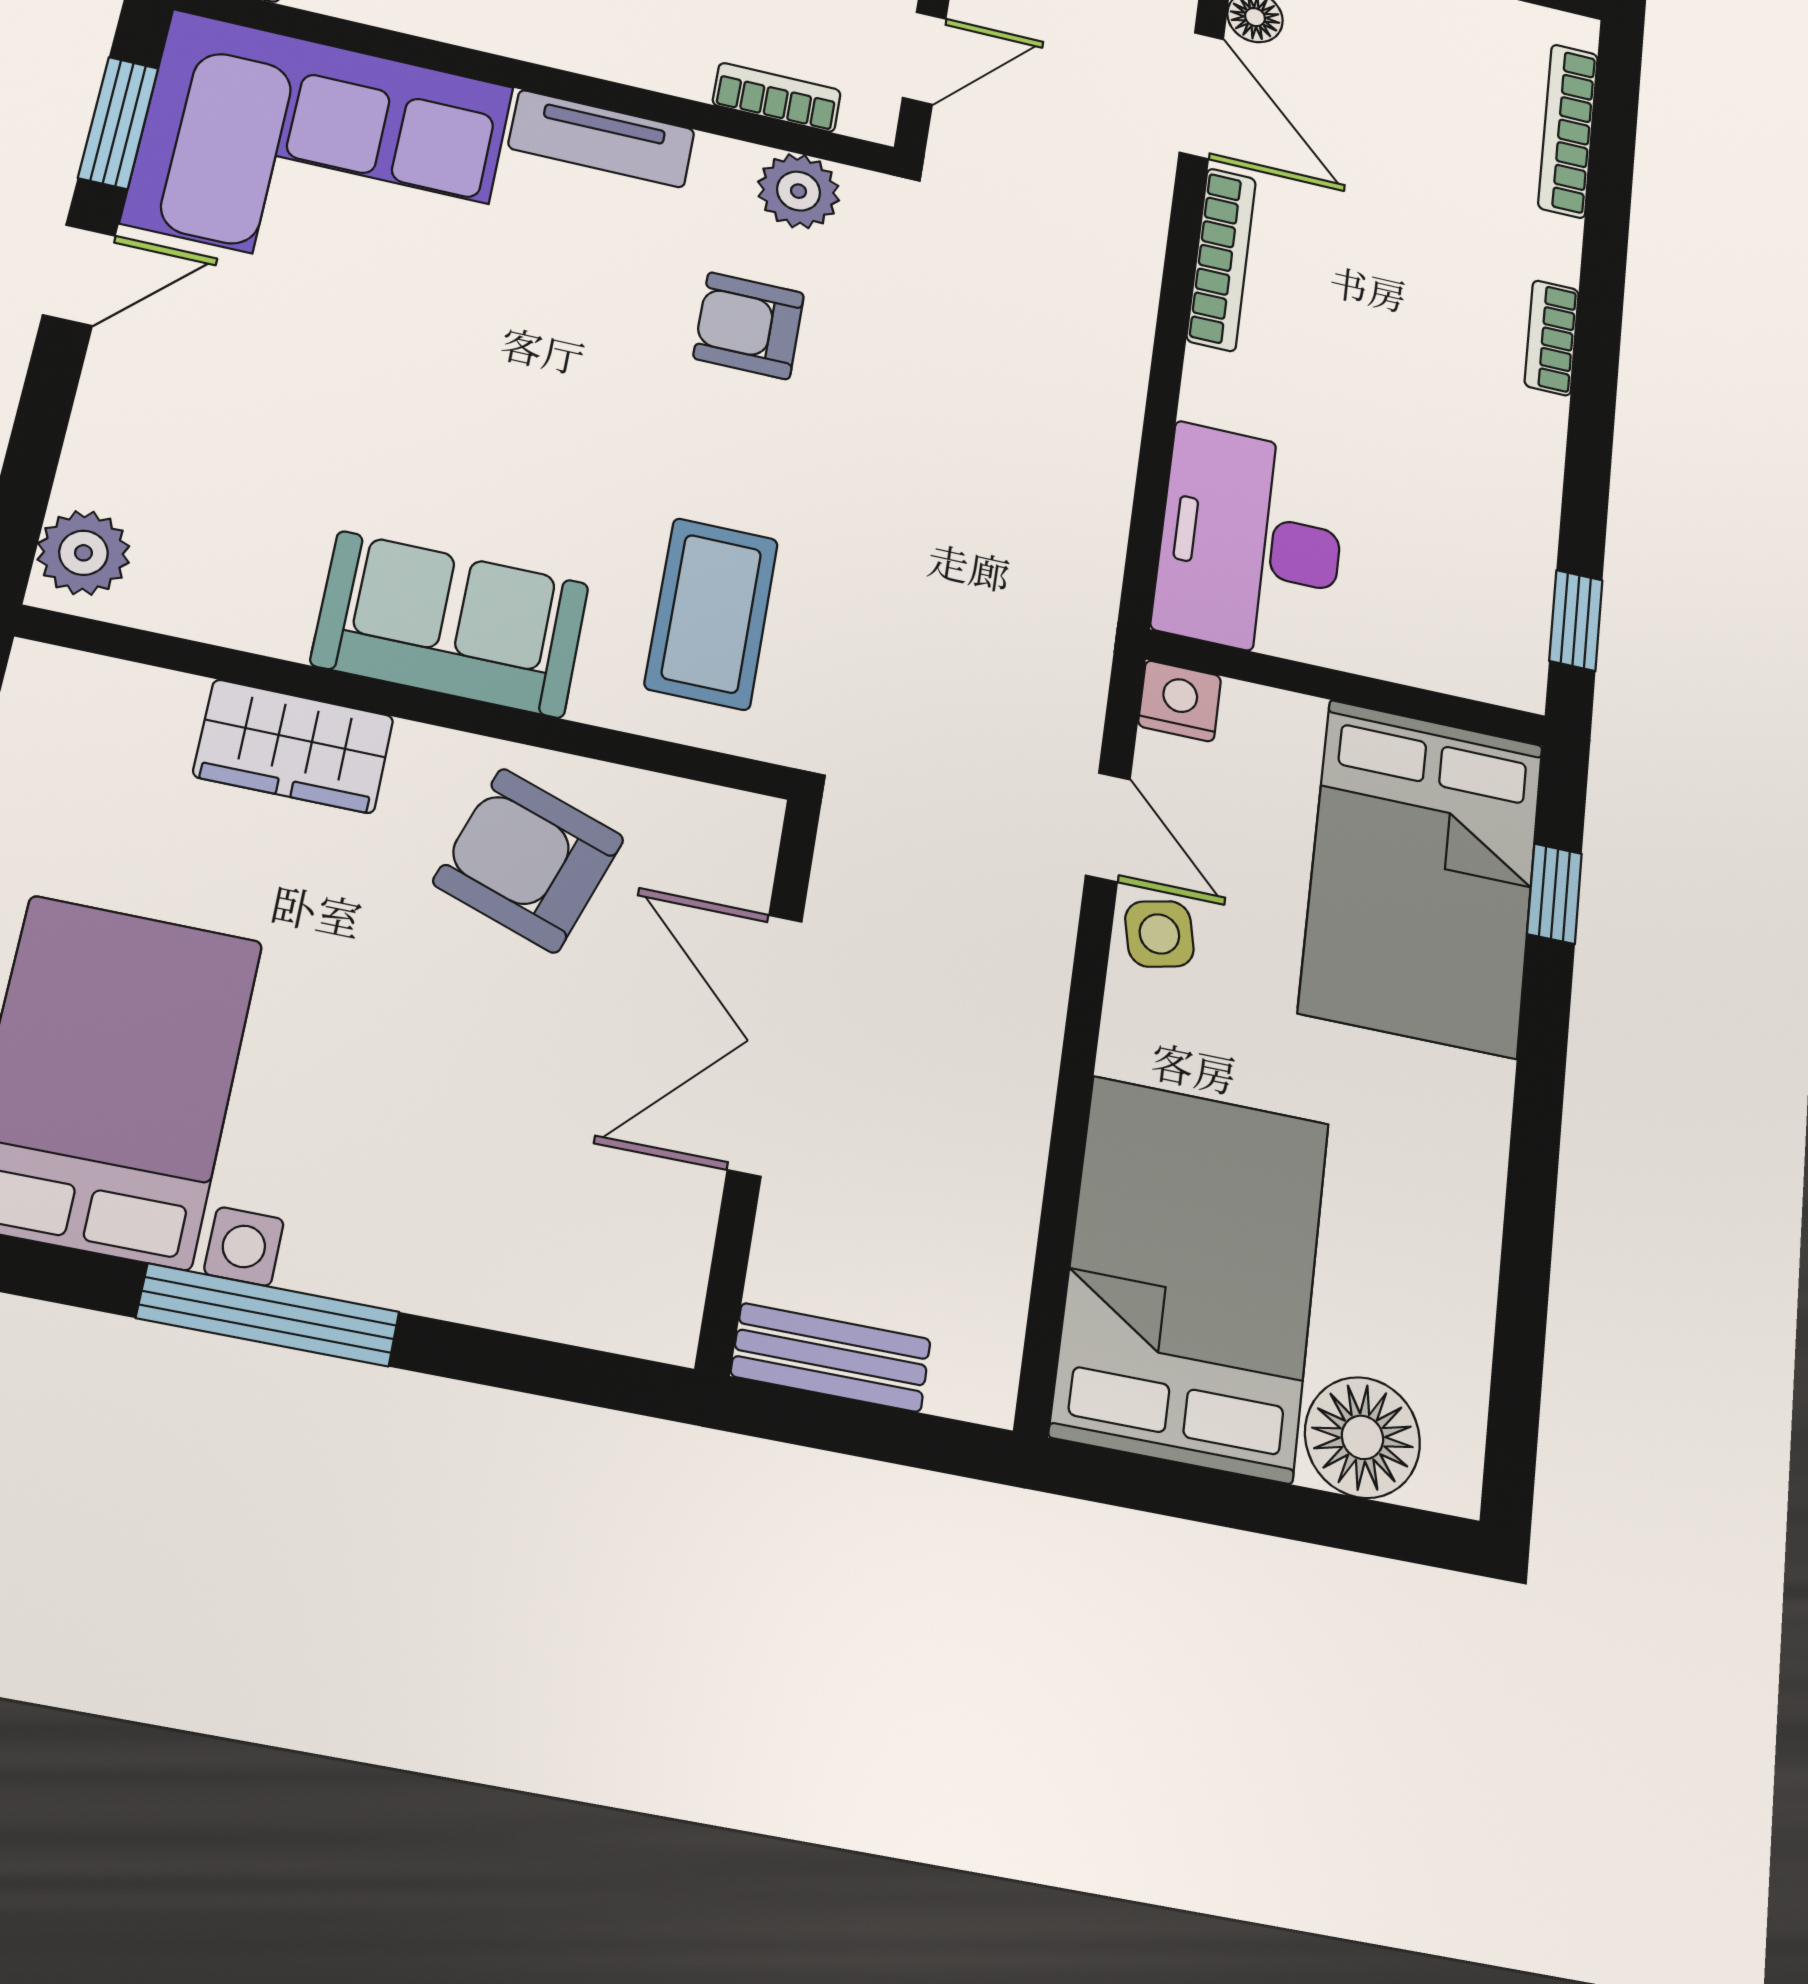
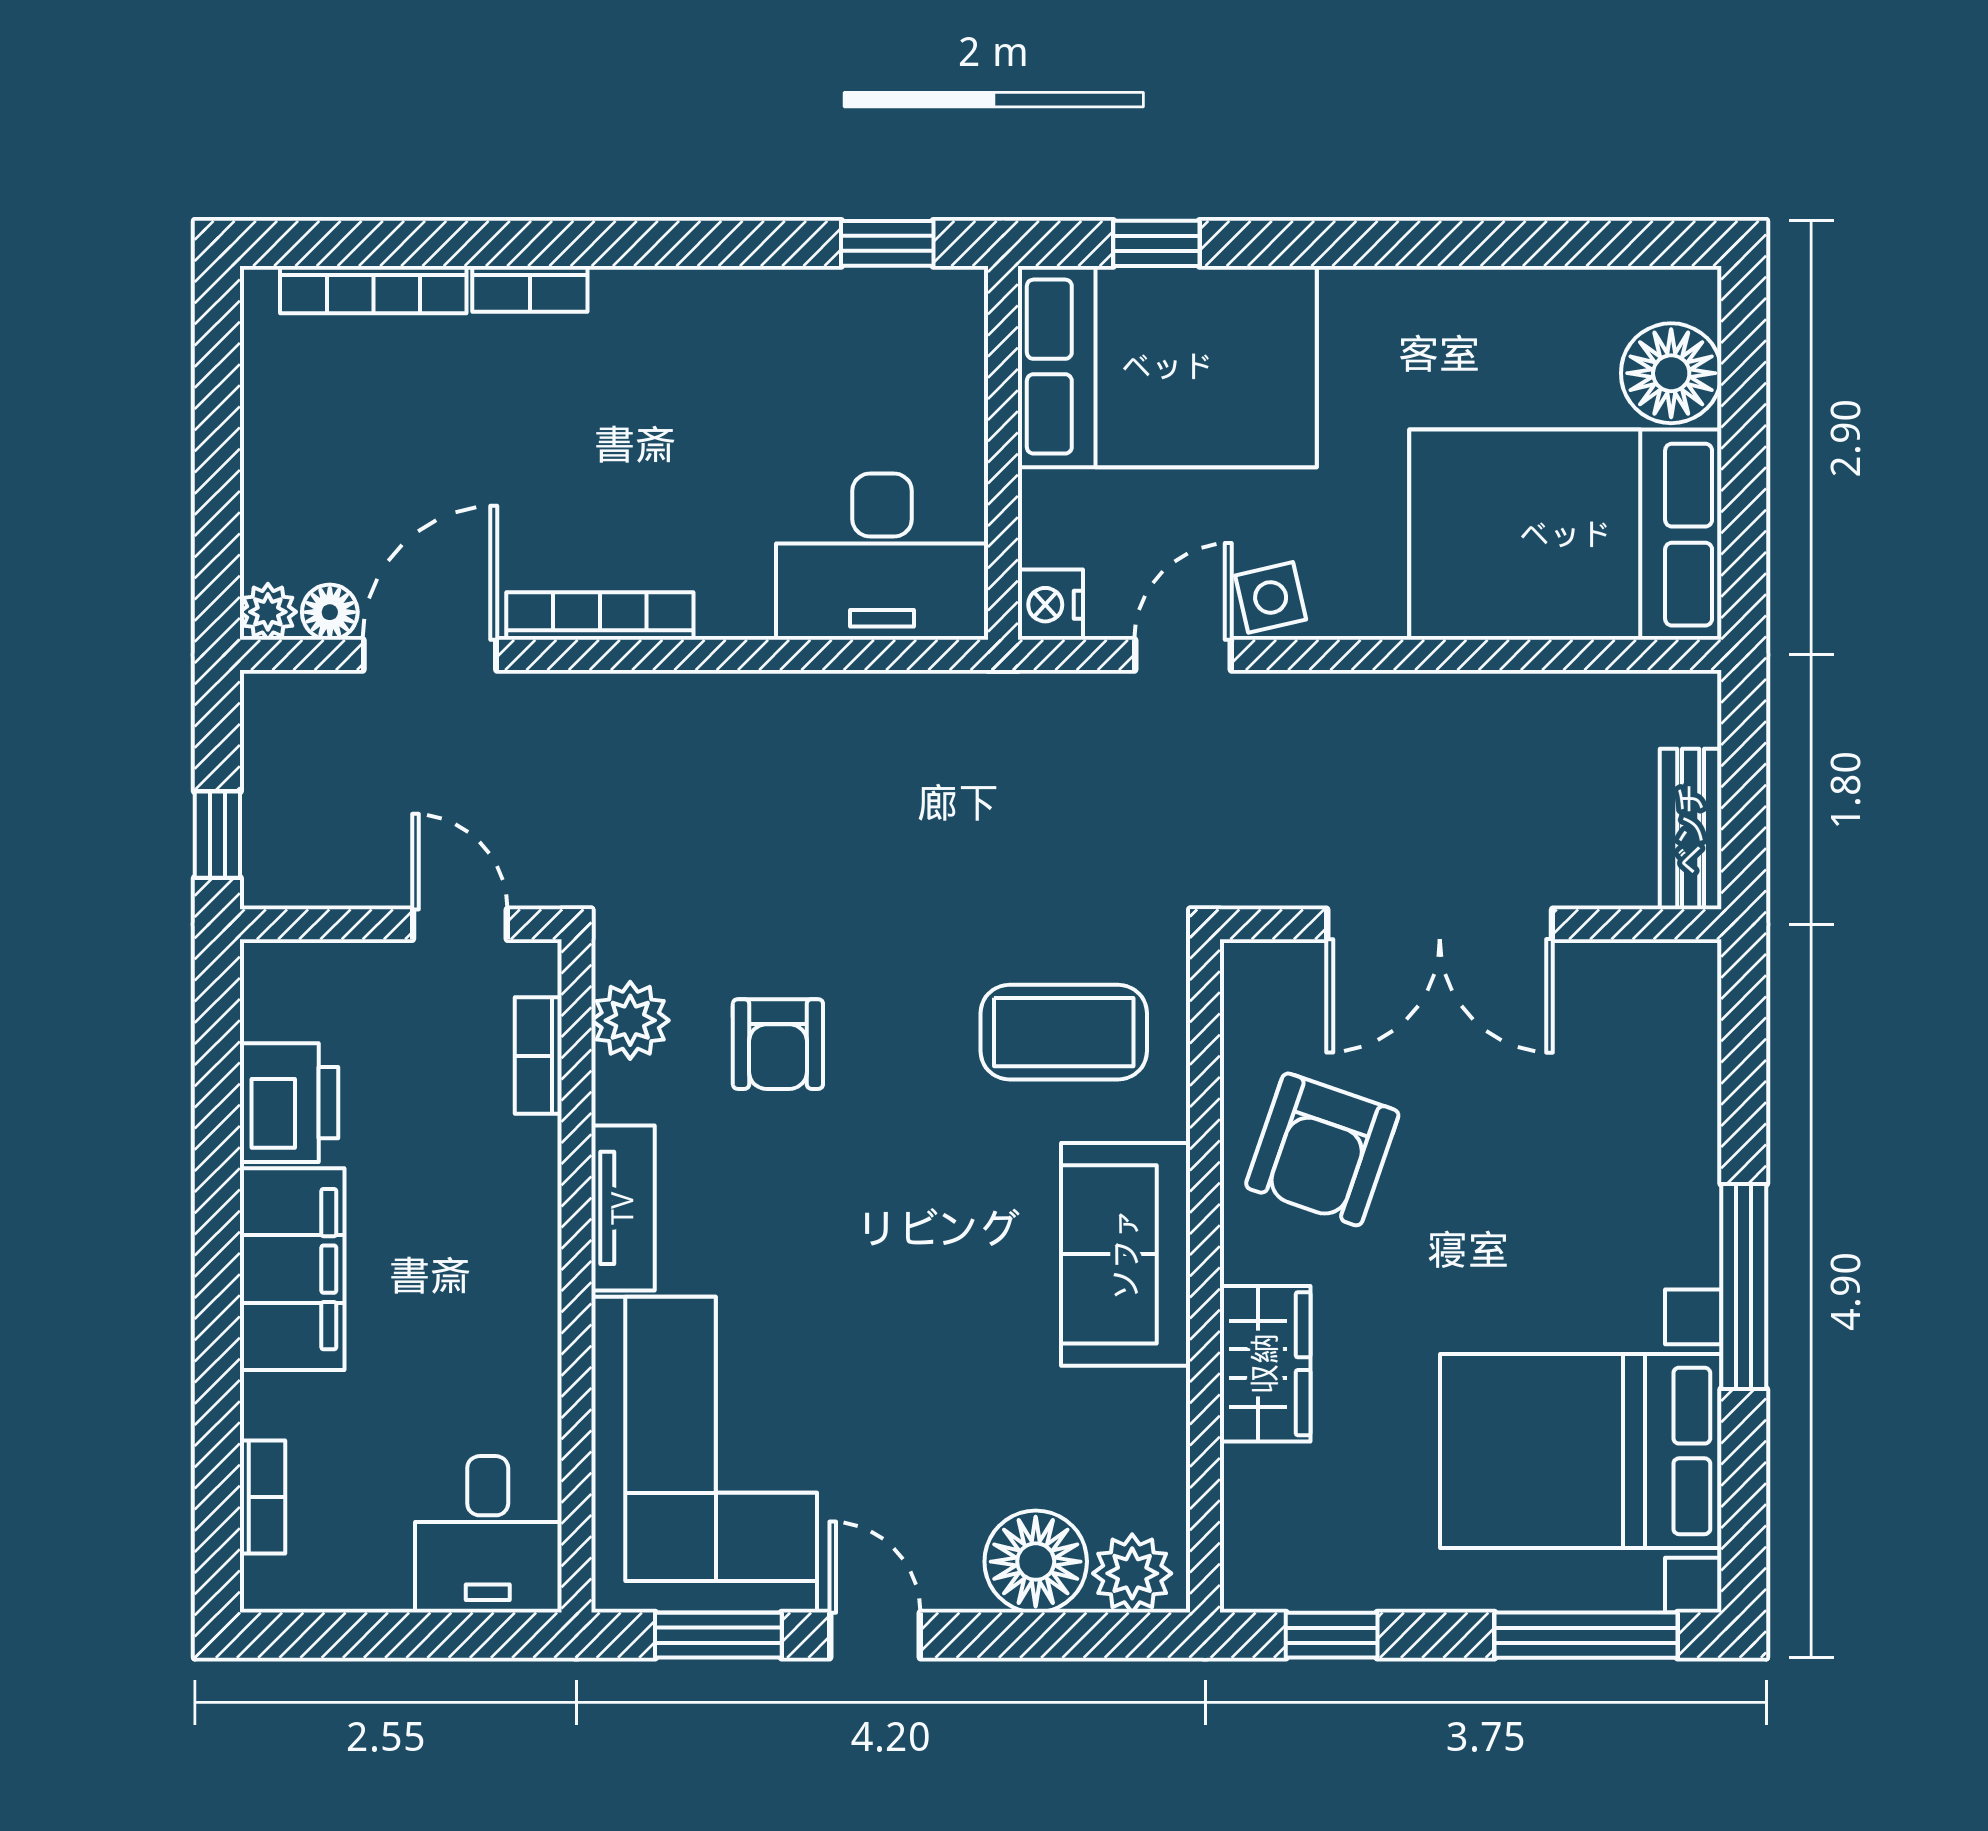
bookcase: (1552, 338) -> (530, 289), moved
floor lamp: (122, 456) -> (1036, 1562), added

